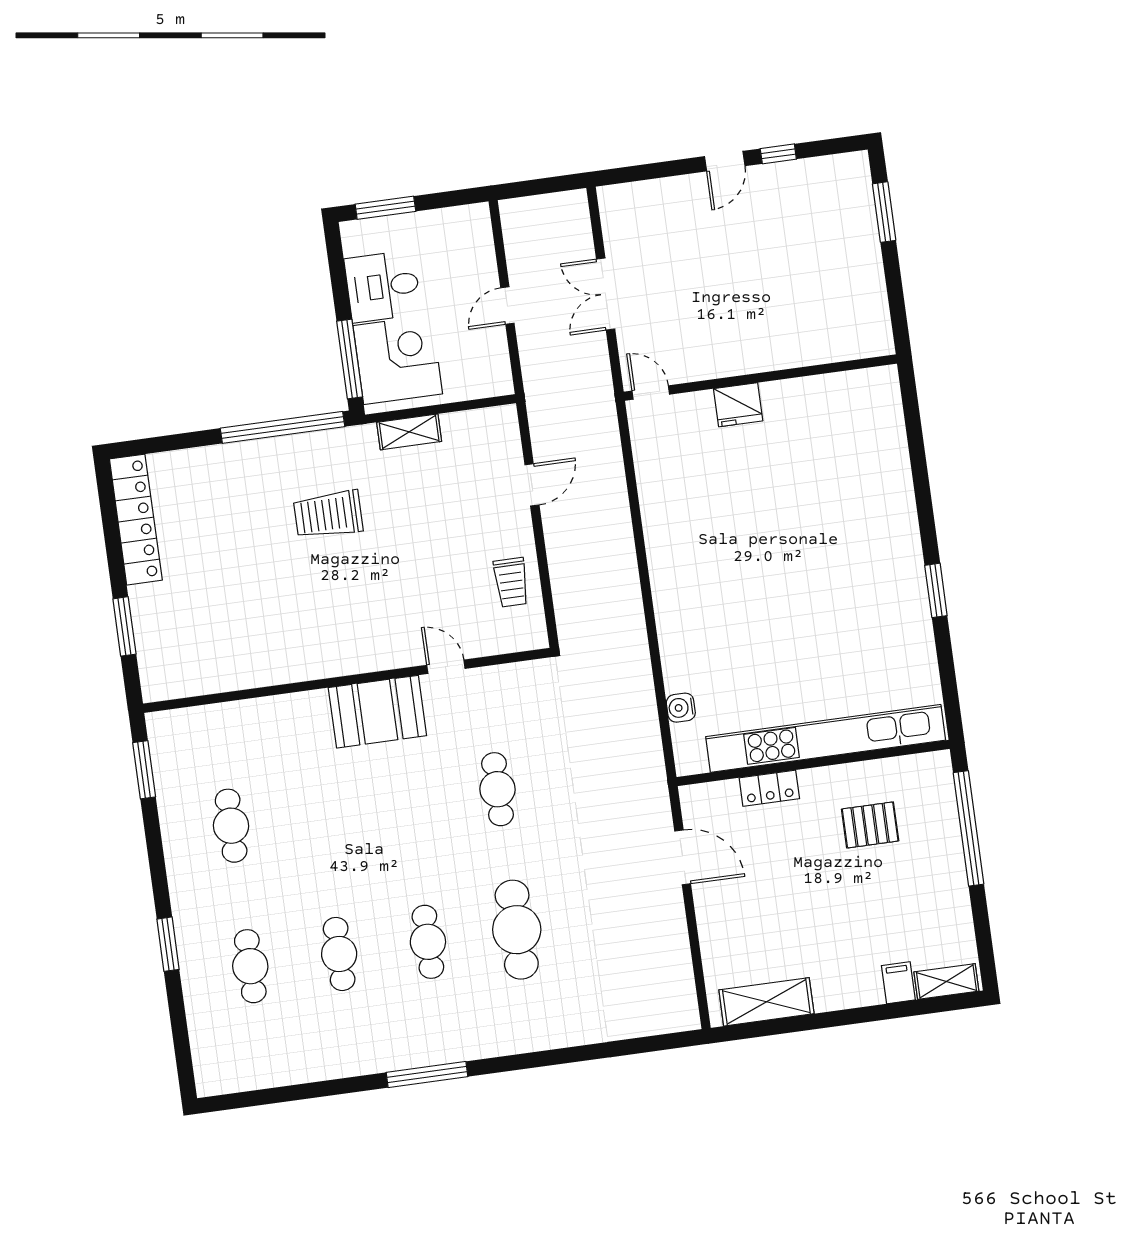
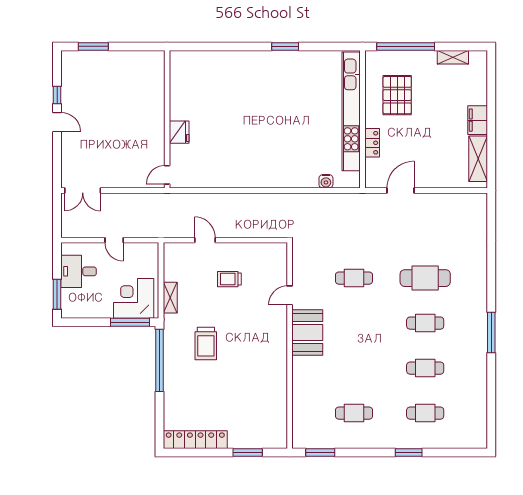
desk: (383, 286) -> (79, 271), moved, turned 90
double door: (606, 294) -> (83, 191), moved
trolley: (511, 582) -> (229, 279), moved, turned 180
pallet: (870, 825) -> (397, 95), width x1.50, depth x1.42
shelving: (946, 982) -> (453, 57), moved, turned 90
filing cabinet: (898, 983) -> (478, 120), moved, width x2.00

